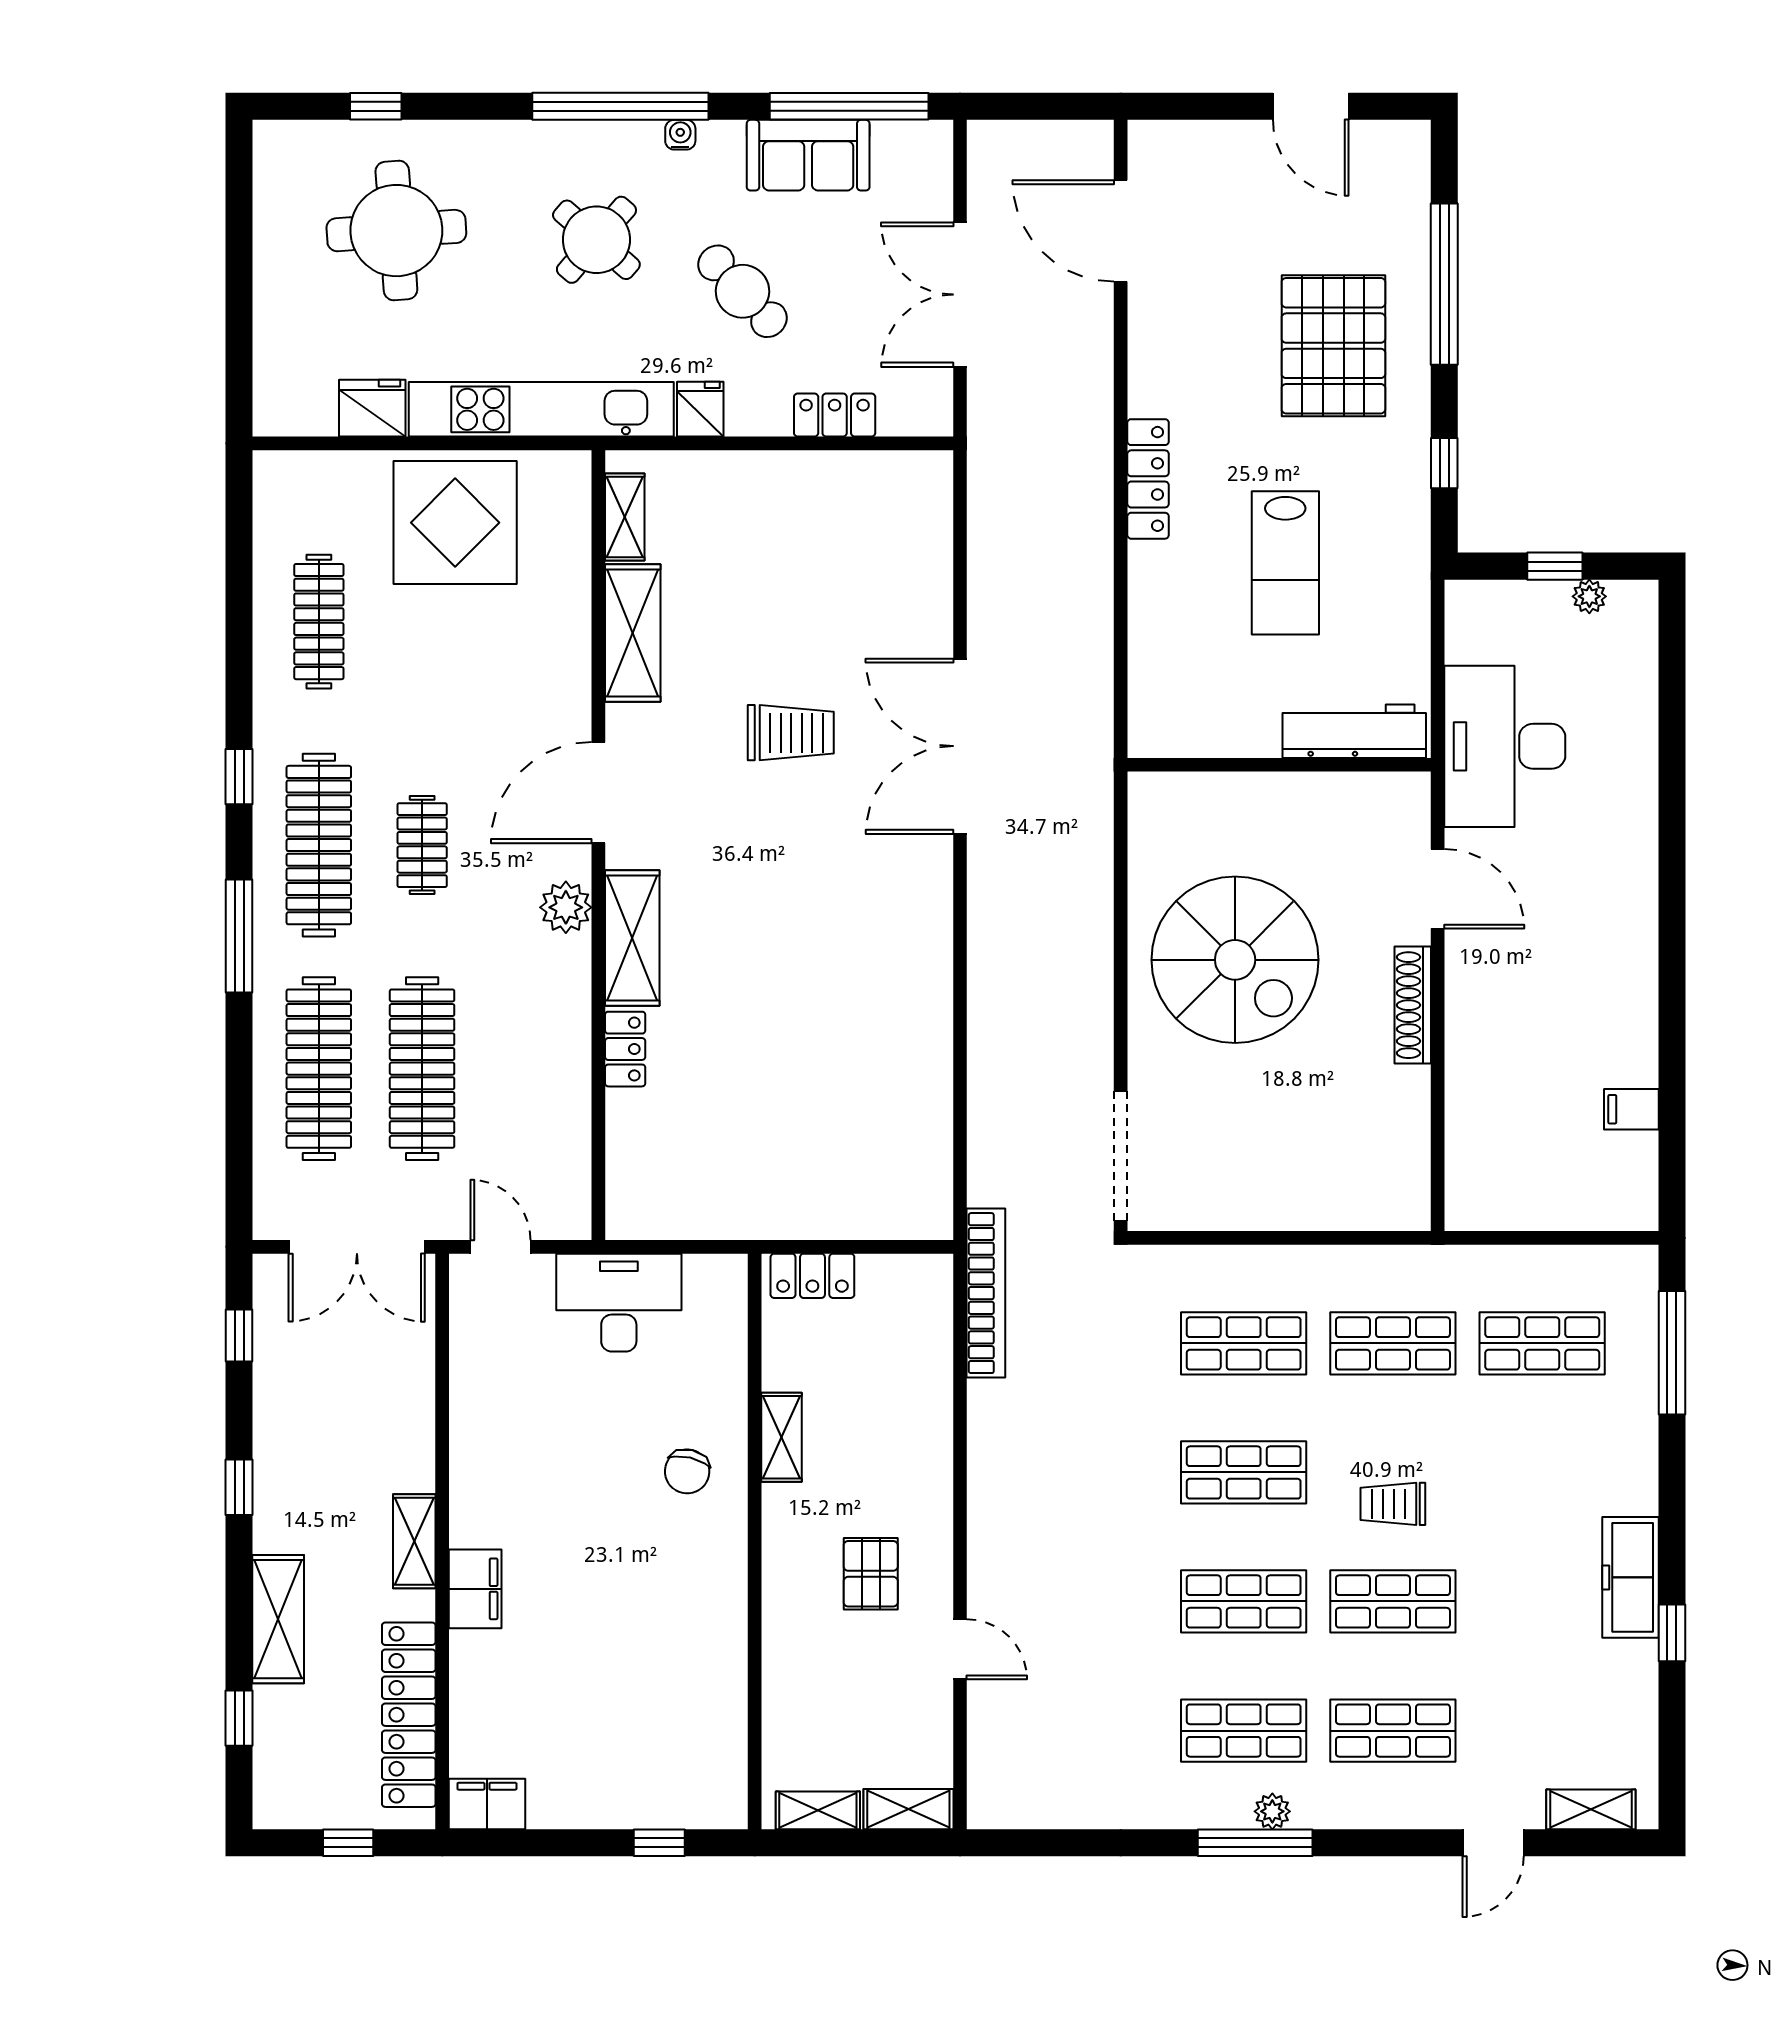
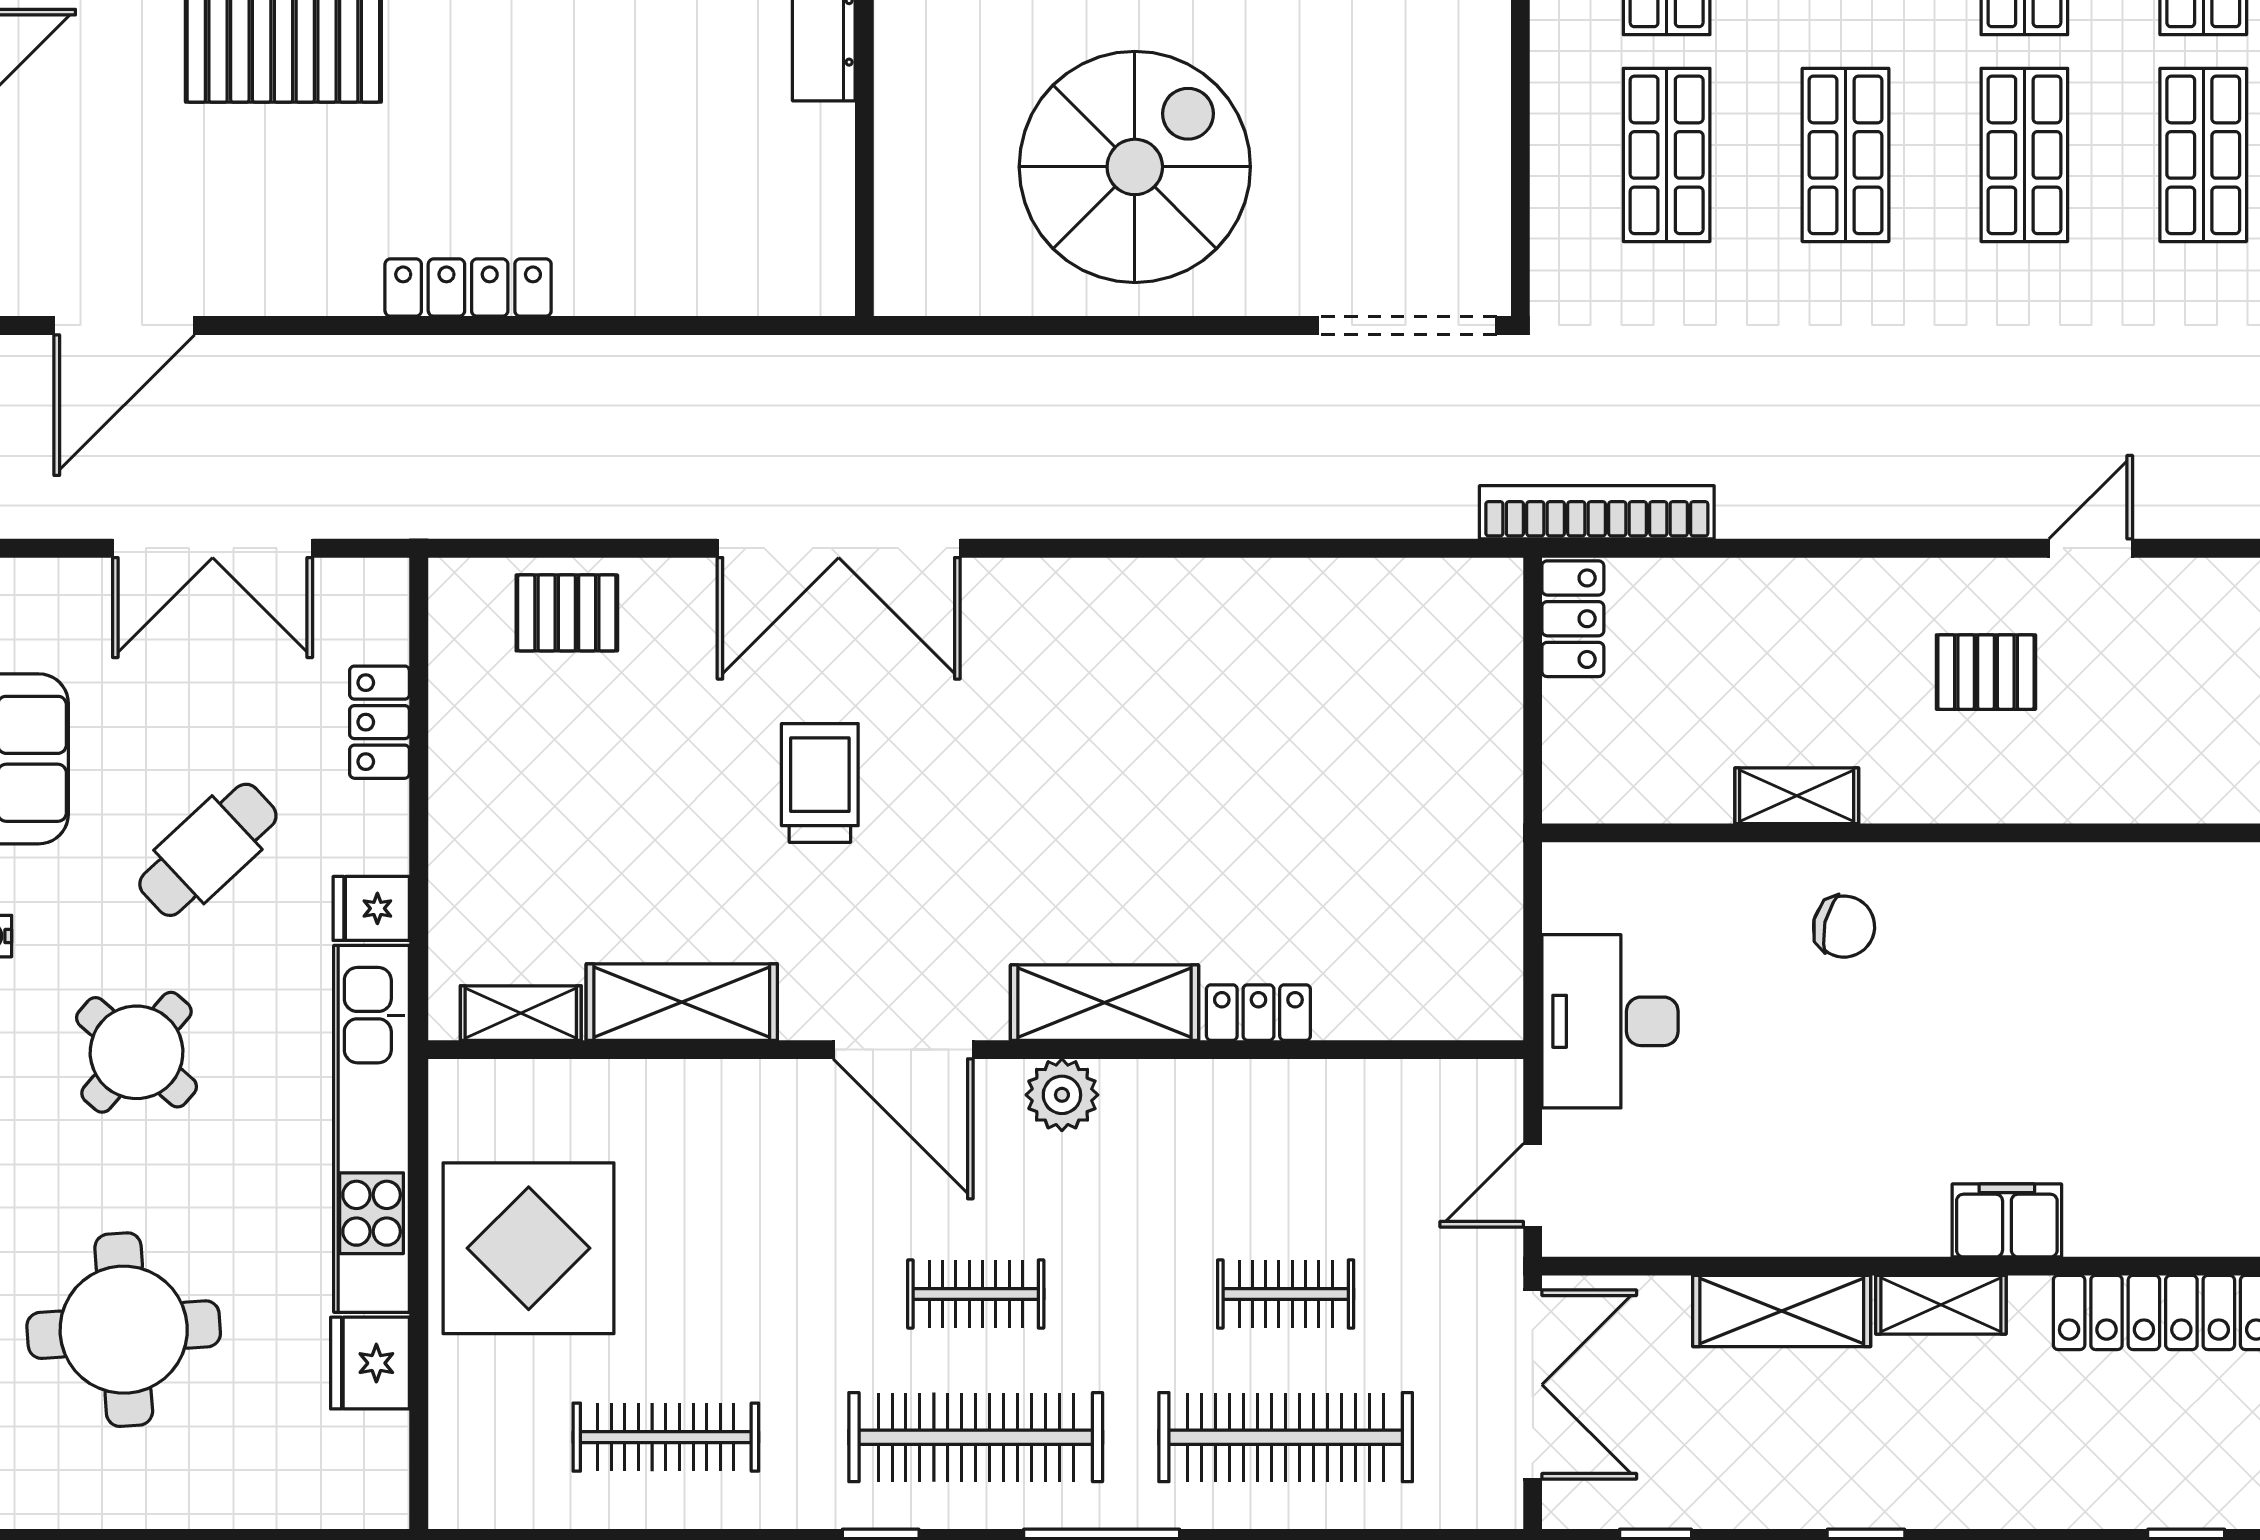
pallet: (913, 550) -> (567, 613), added
lab bench: (1285, 563) -> (584, 97), removed
clothes rail: (422, 1069) -> (1286, 1294), width x0.54, depth x0.76
locker: (812, 1276) -> (1573, 619), moved
shelving: (278, 1619) -> (1782, 1311), moved

